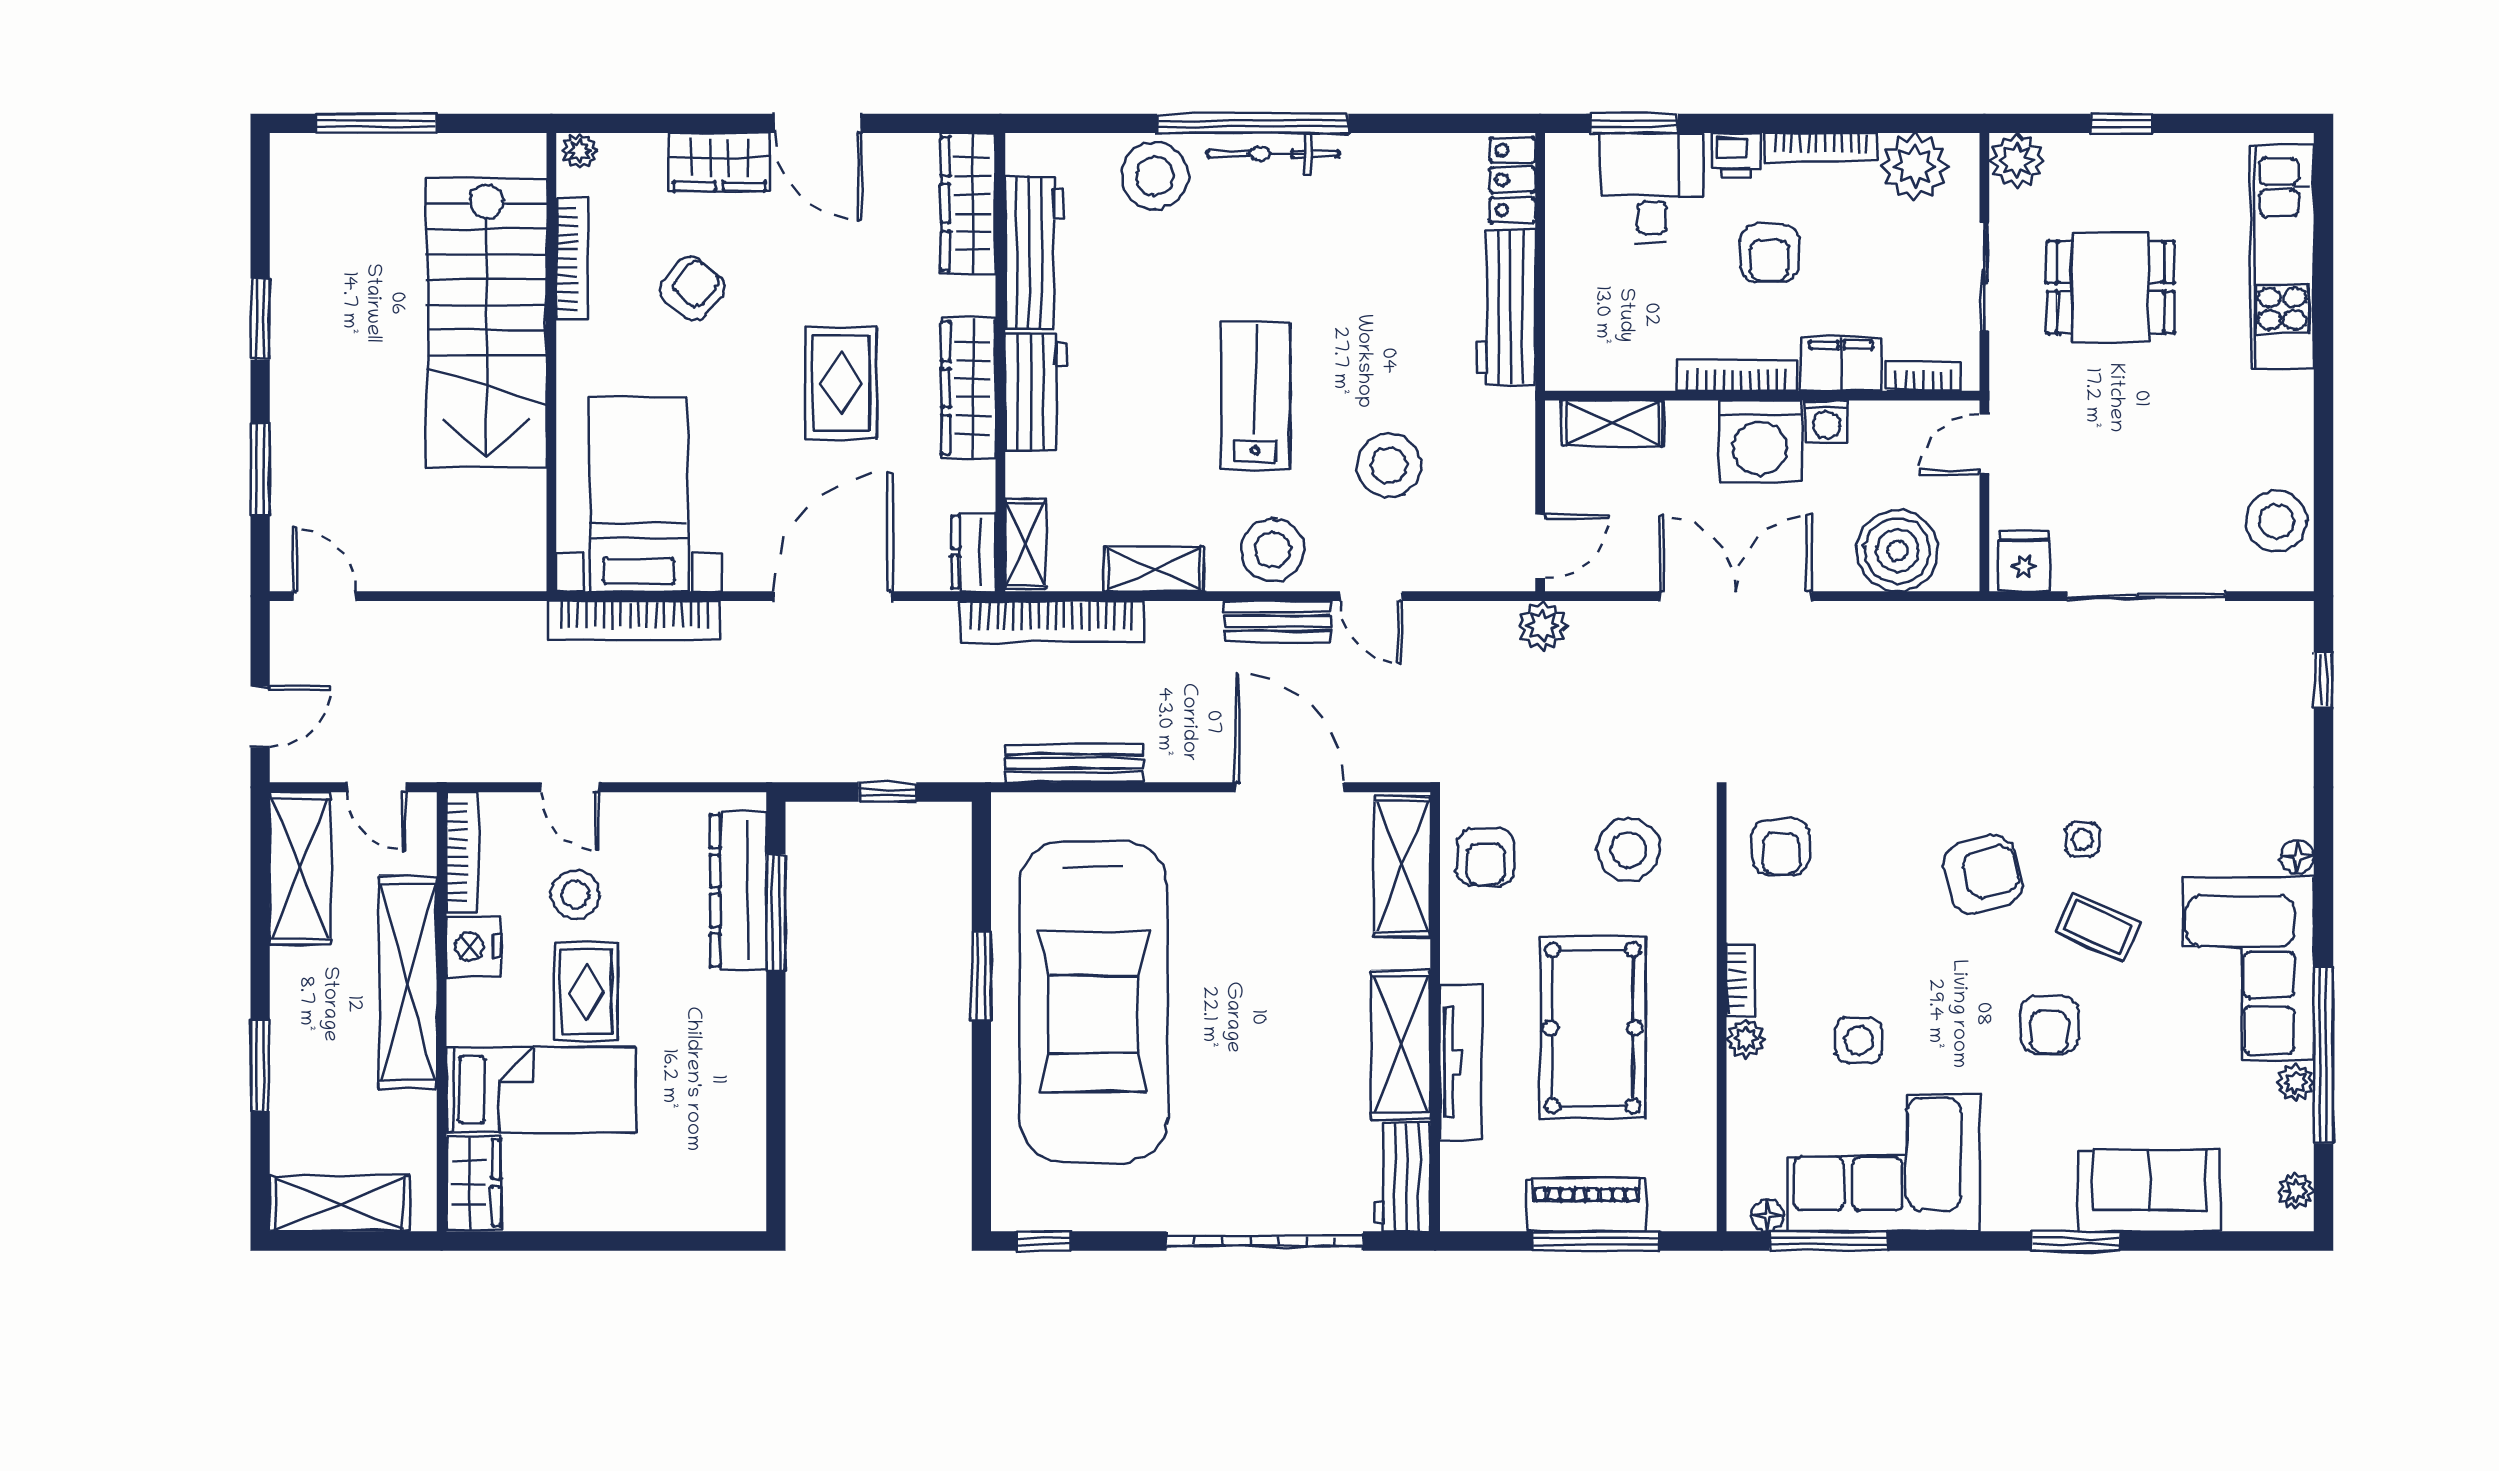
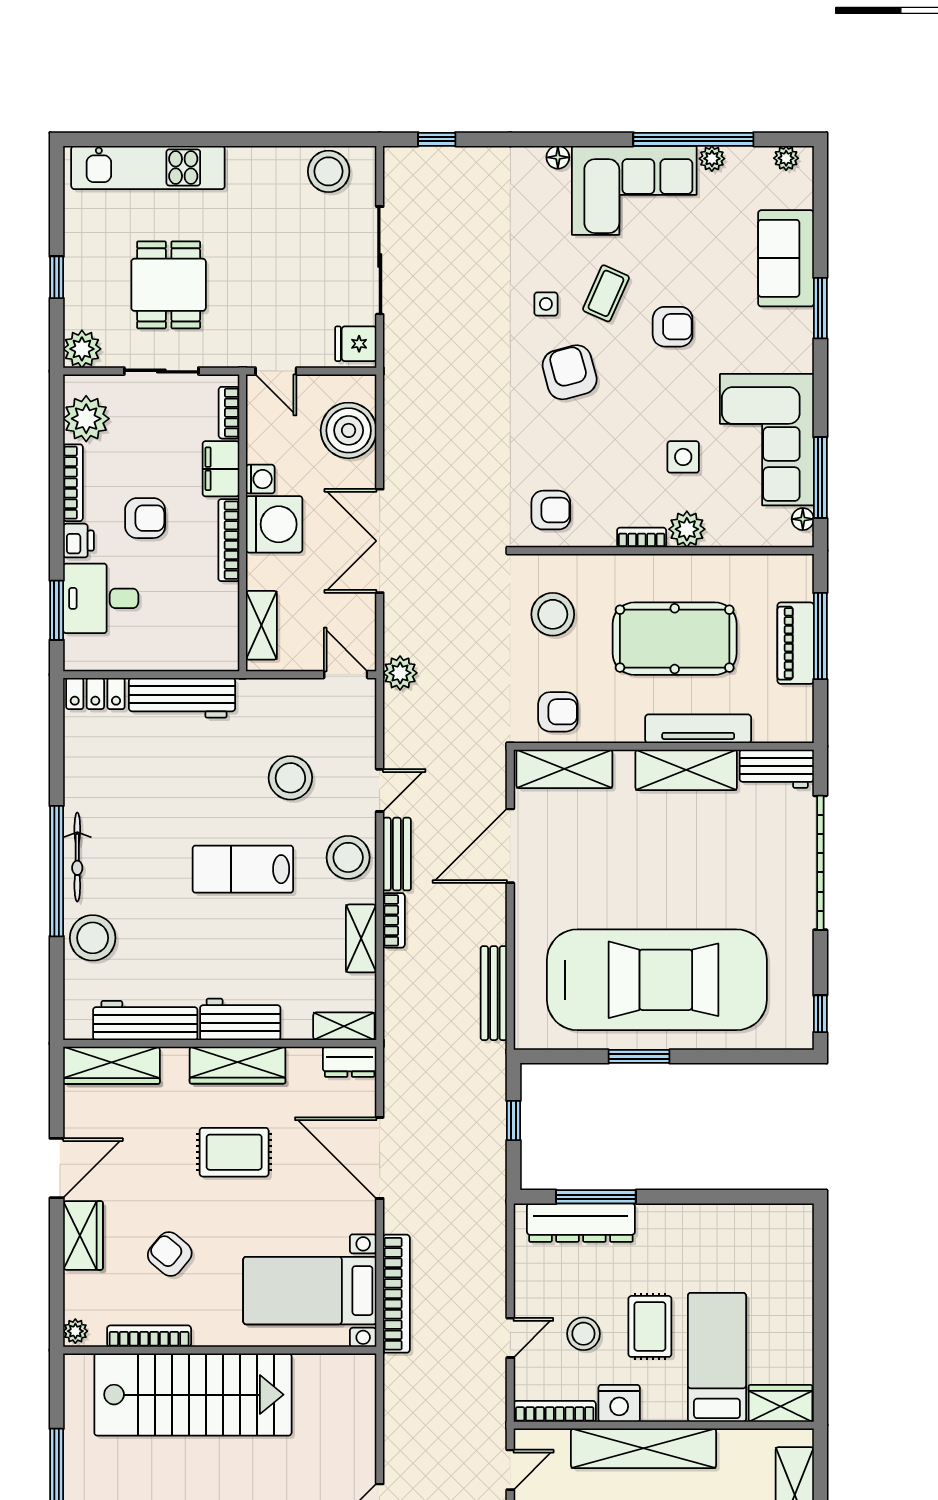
bookcase: (1052, 622) -> (394, 920), moved, width x0.43, depth x0.76
rug: (586, 992) -> (650, 1326), turned 90
plant: (1746, 1038) -> (687, 529), width x1.38, depth x1.38

